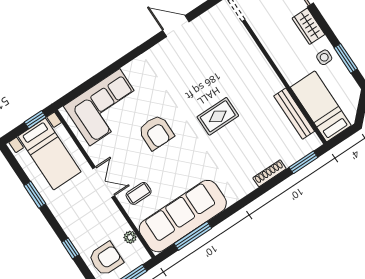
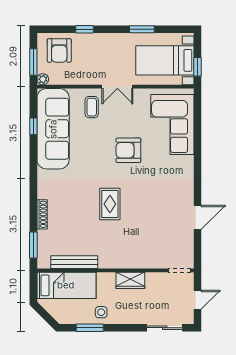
wardrobe: (308, 26) -> (130, 280), moved, turned 180
window: (193, 236) -> (33, 126), width x0.46
plant: (130, 237) -> (43, 79), moved

